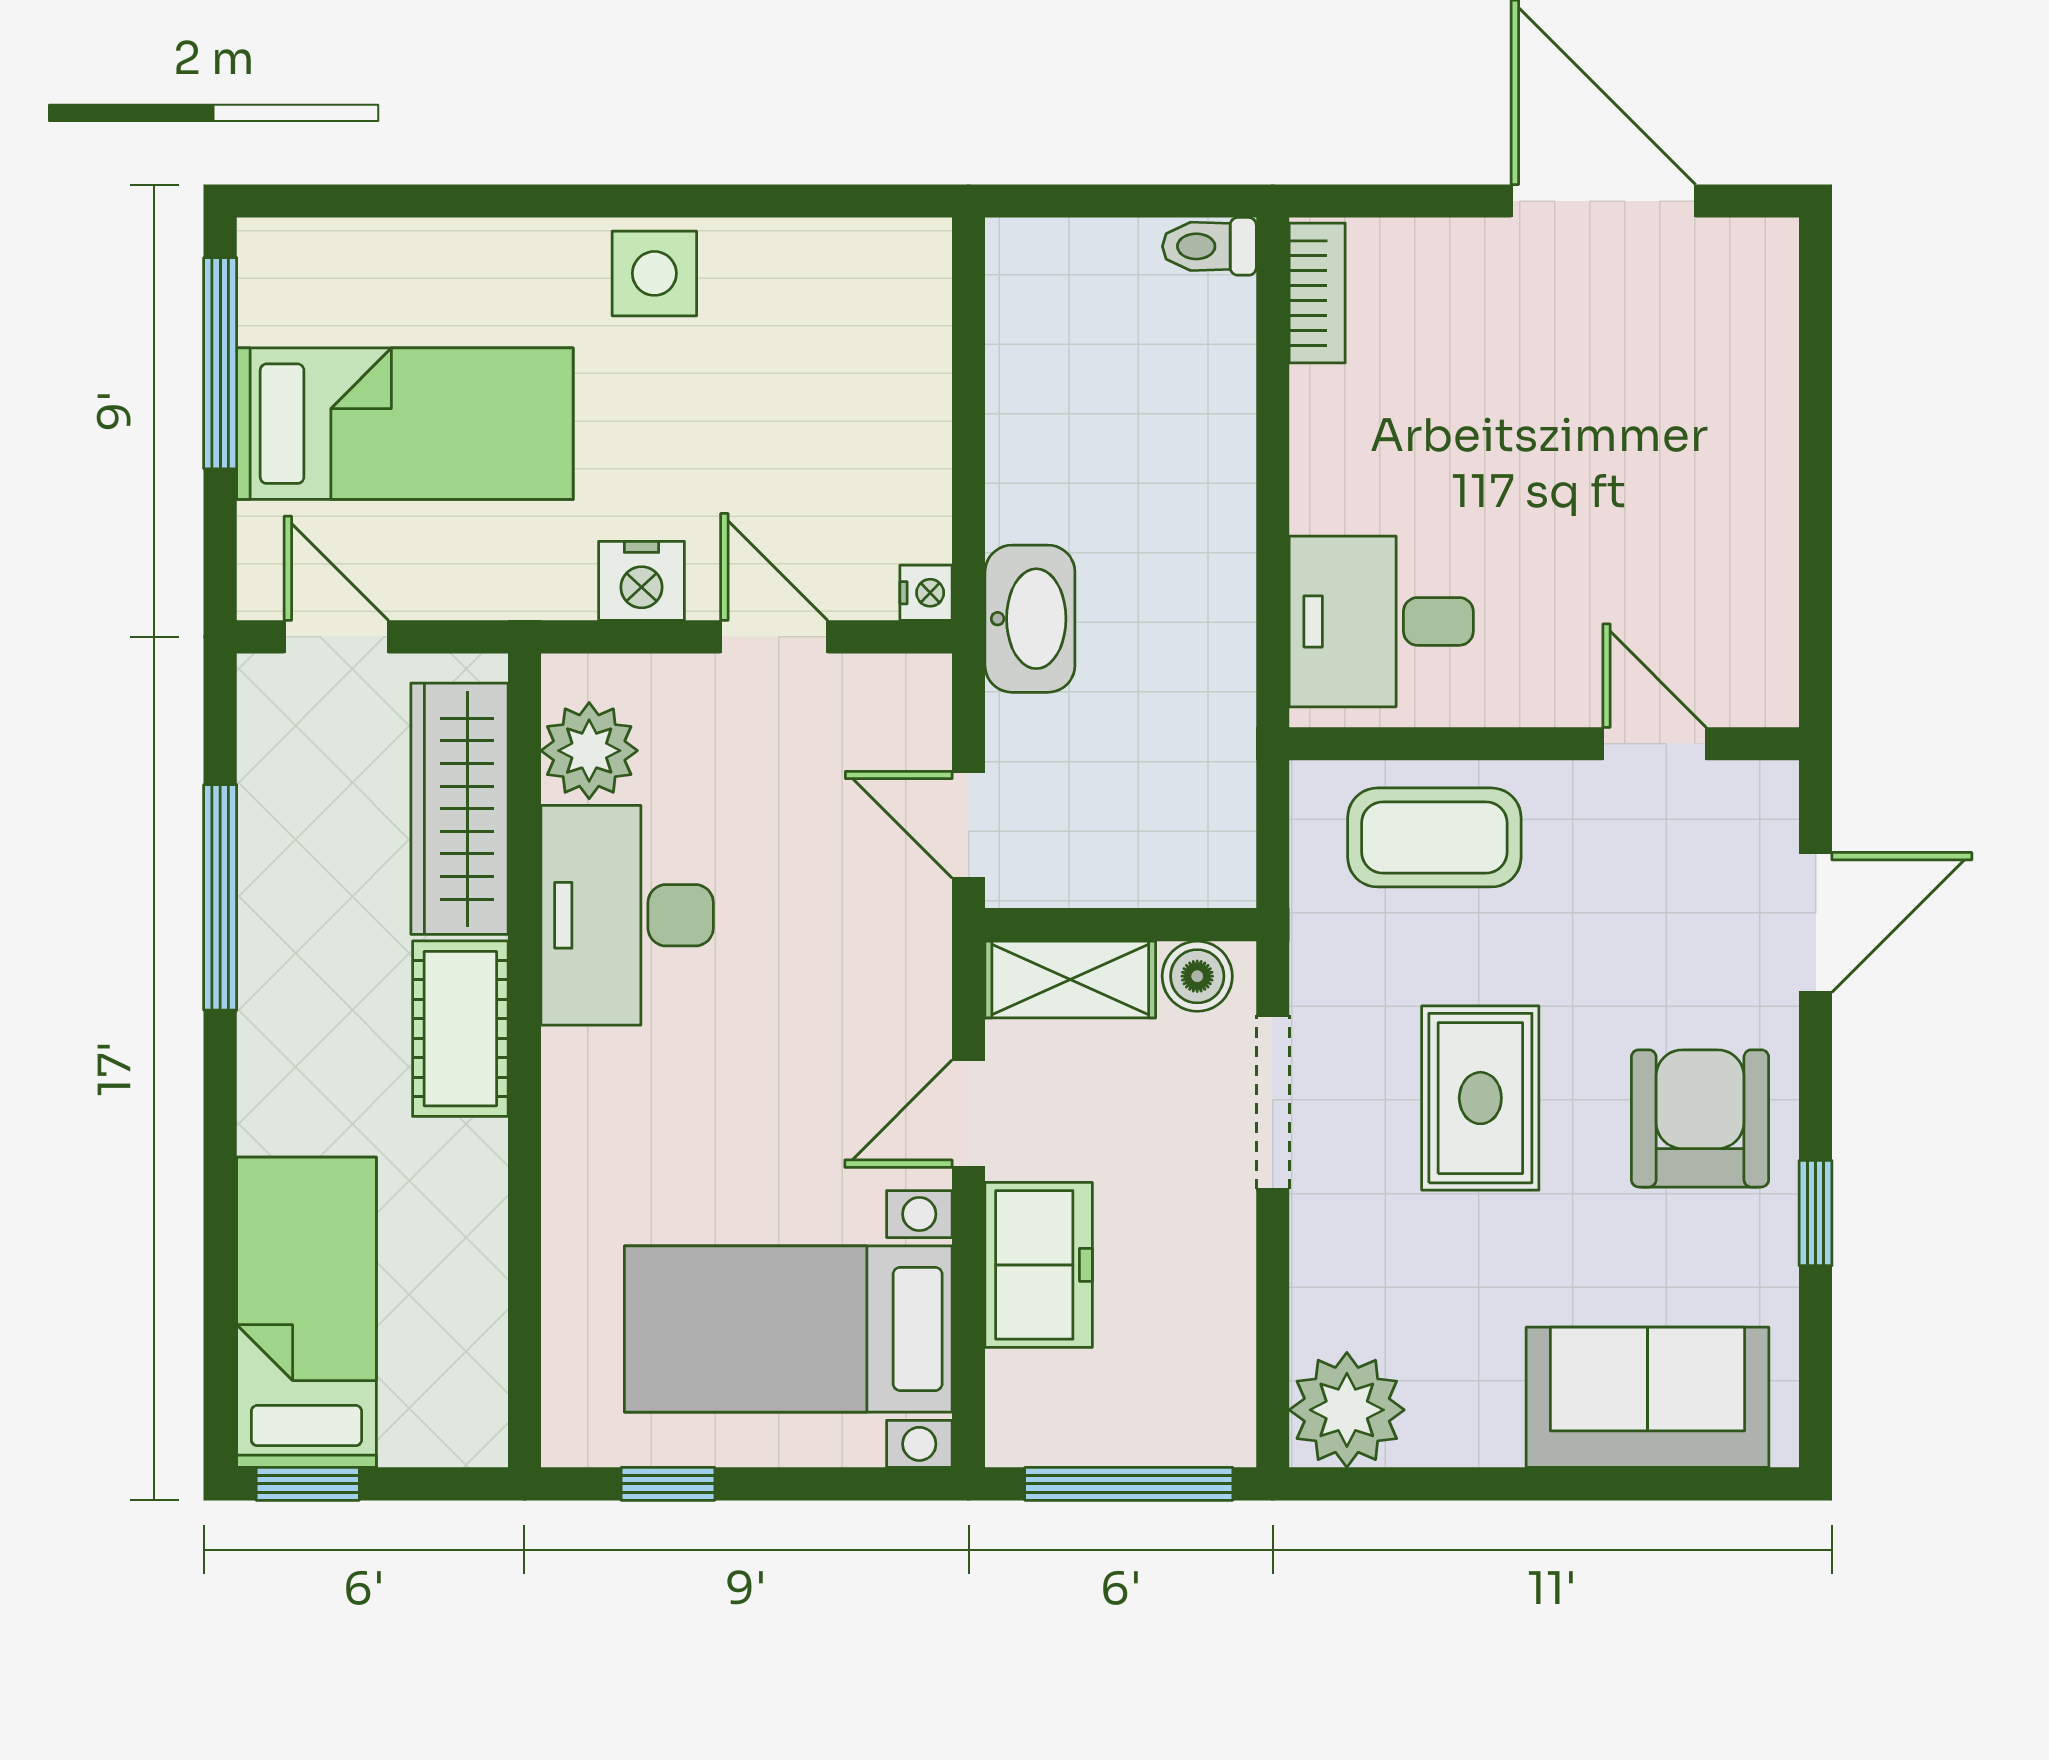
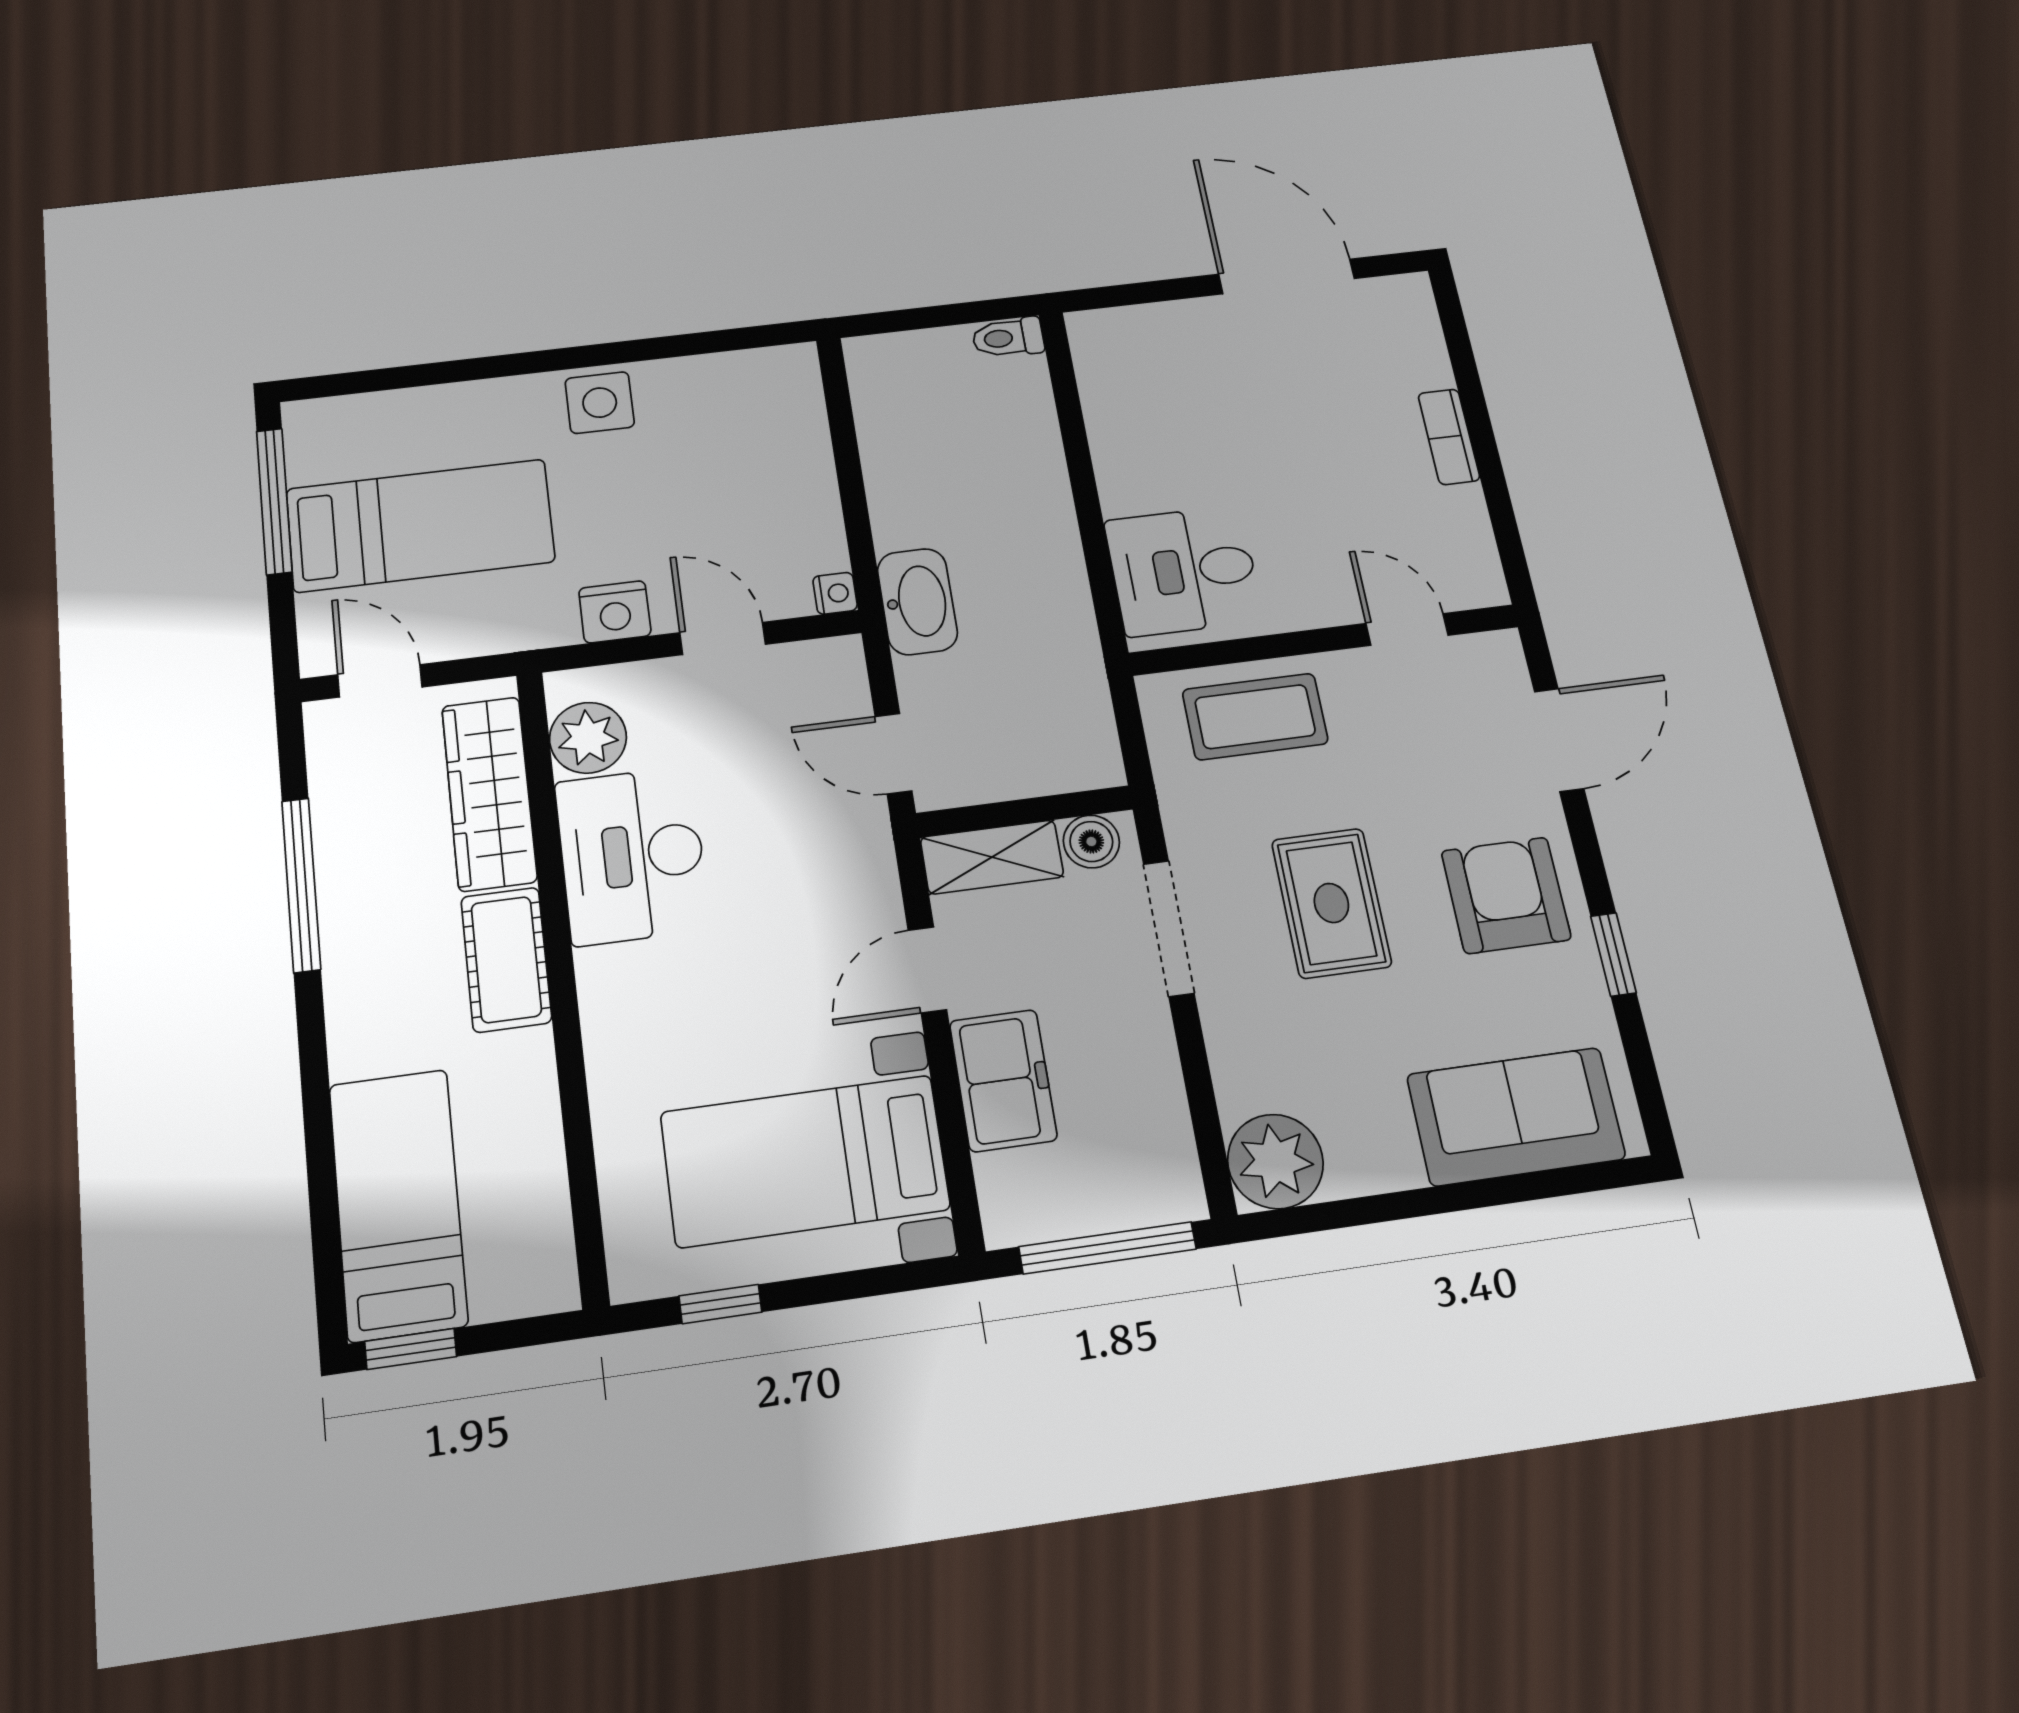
bookcase: (1317, 293) -> (1449, 437), moved, turned 180

